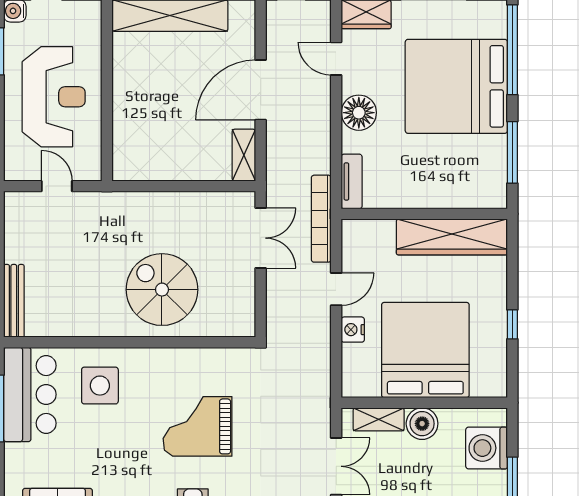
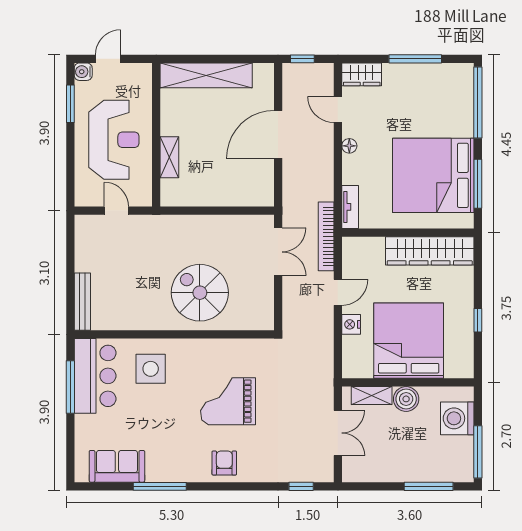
bed: (456, 86) -> (433, 175), moved
floor lamp: (359, 113) -> (349, 146), width x0.53, depth x0.53
shelving: (244, 155) -> (169, 157), moved

